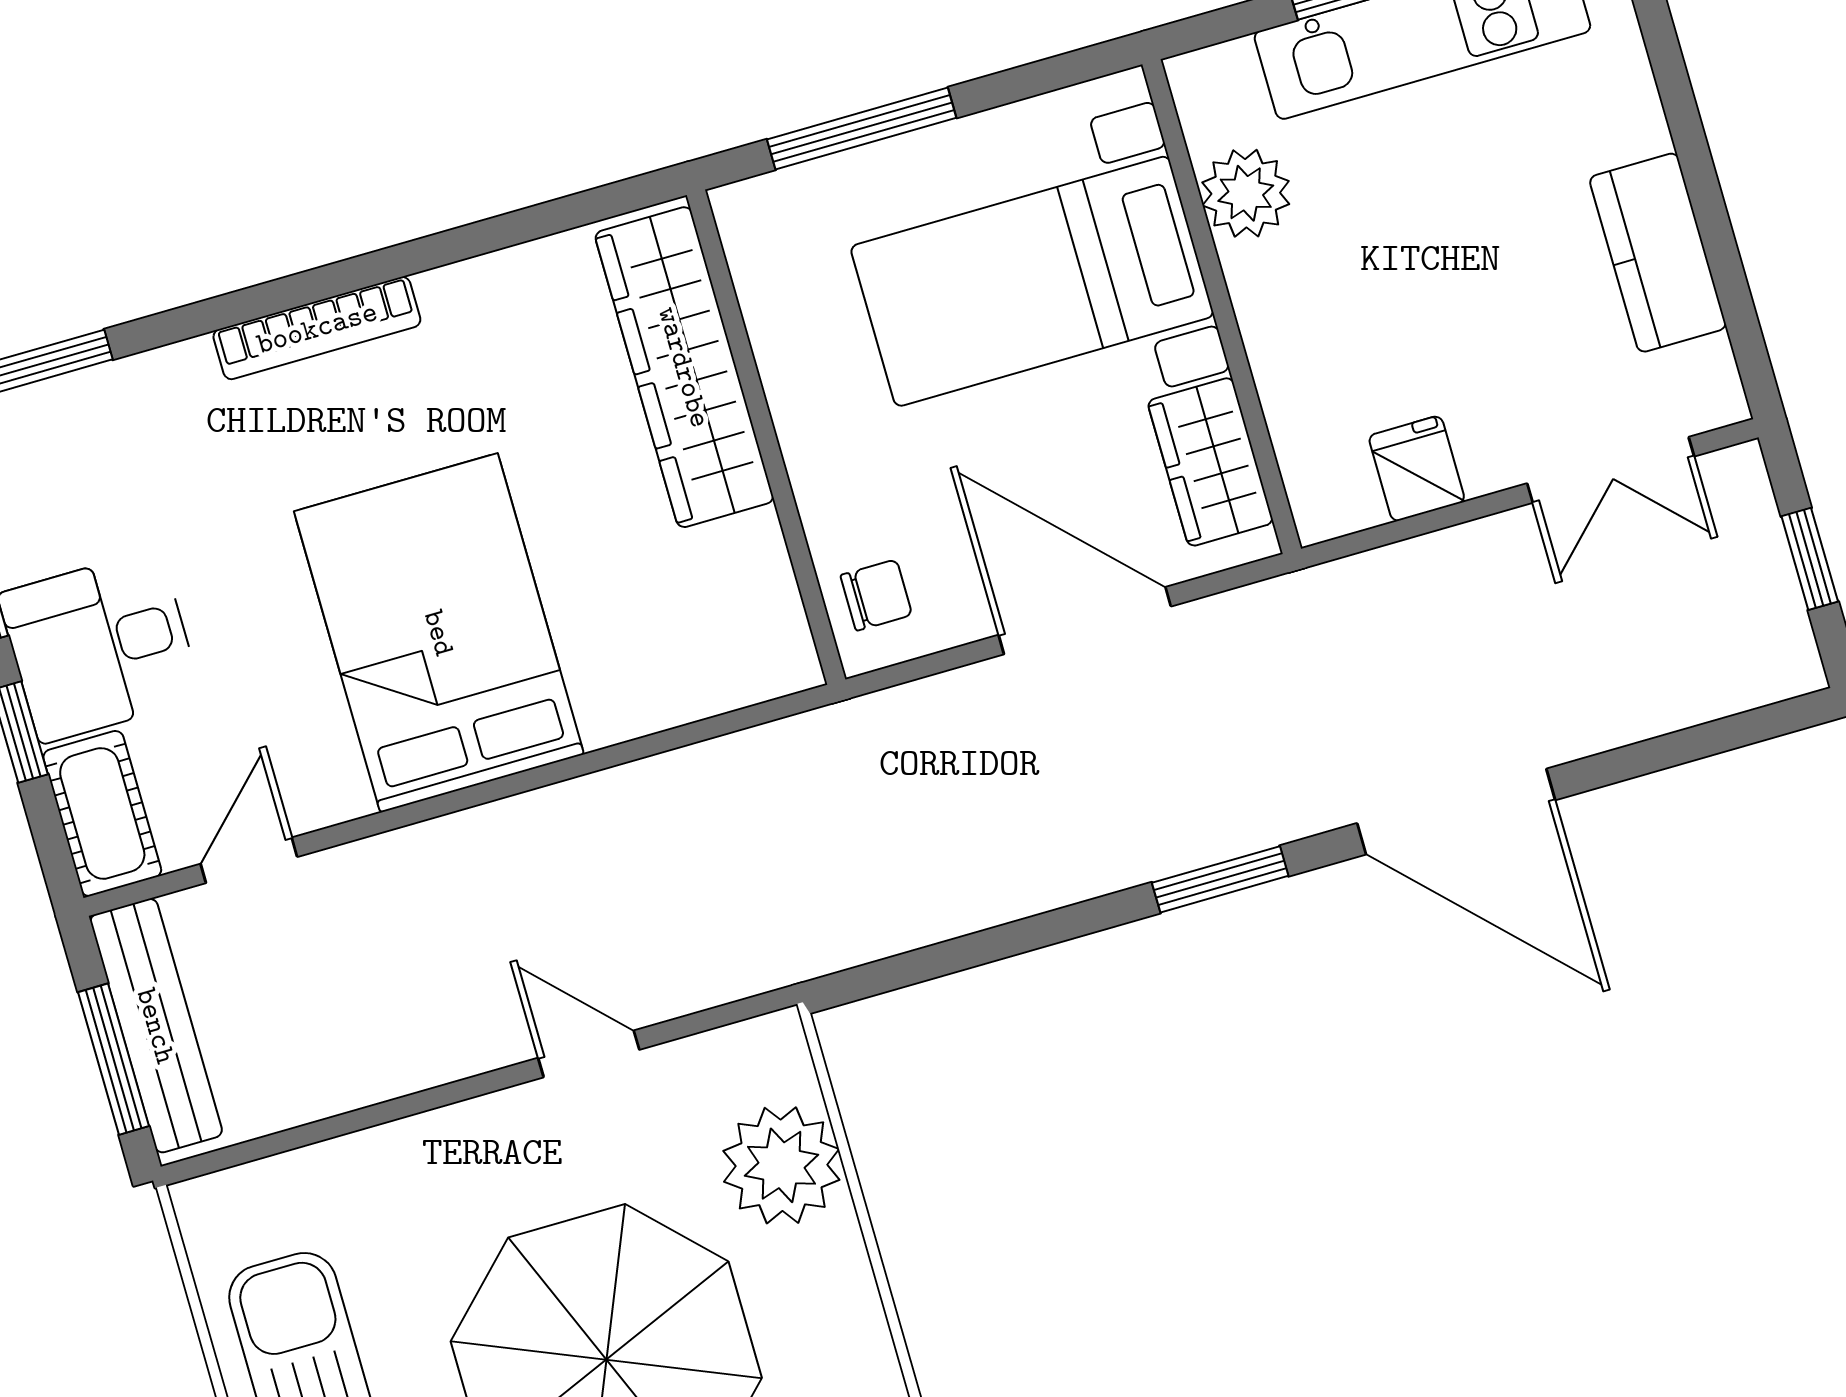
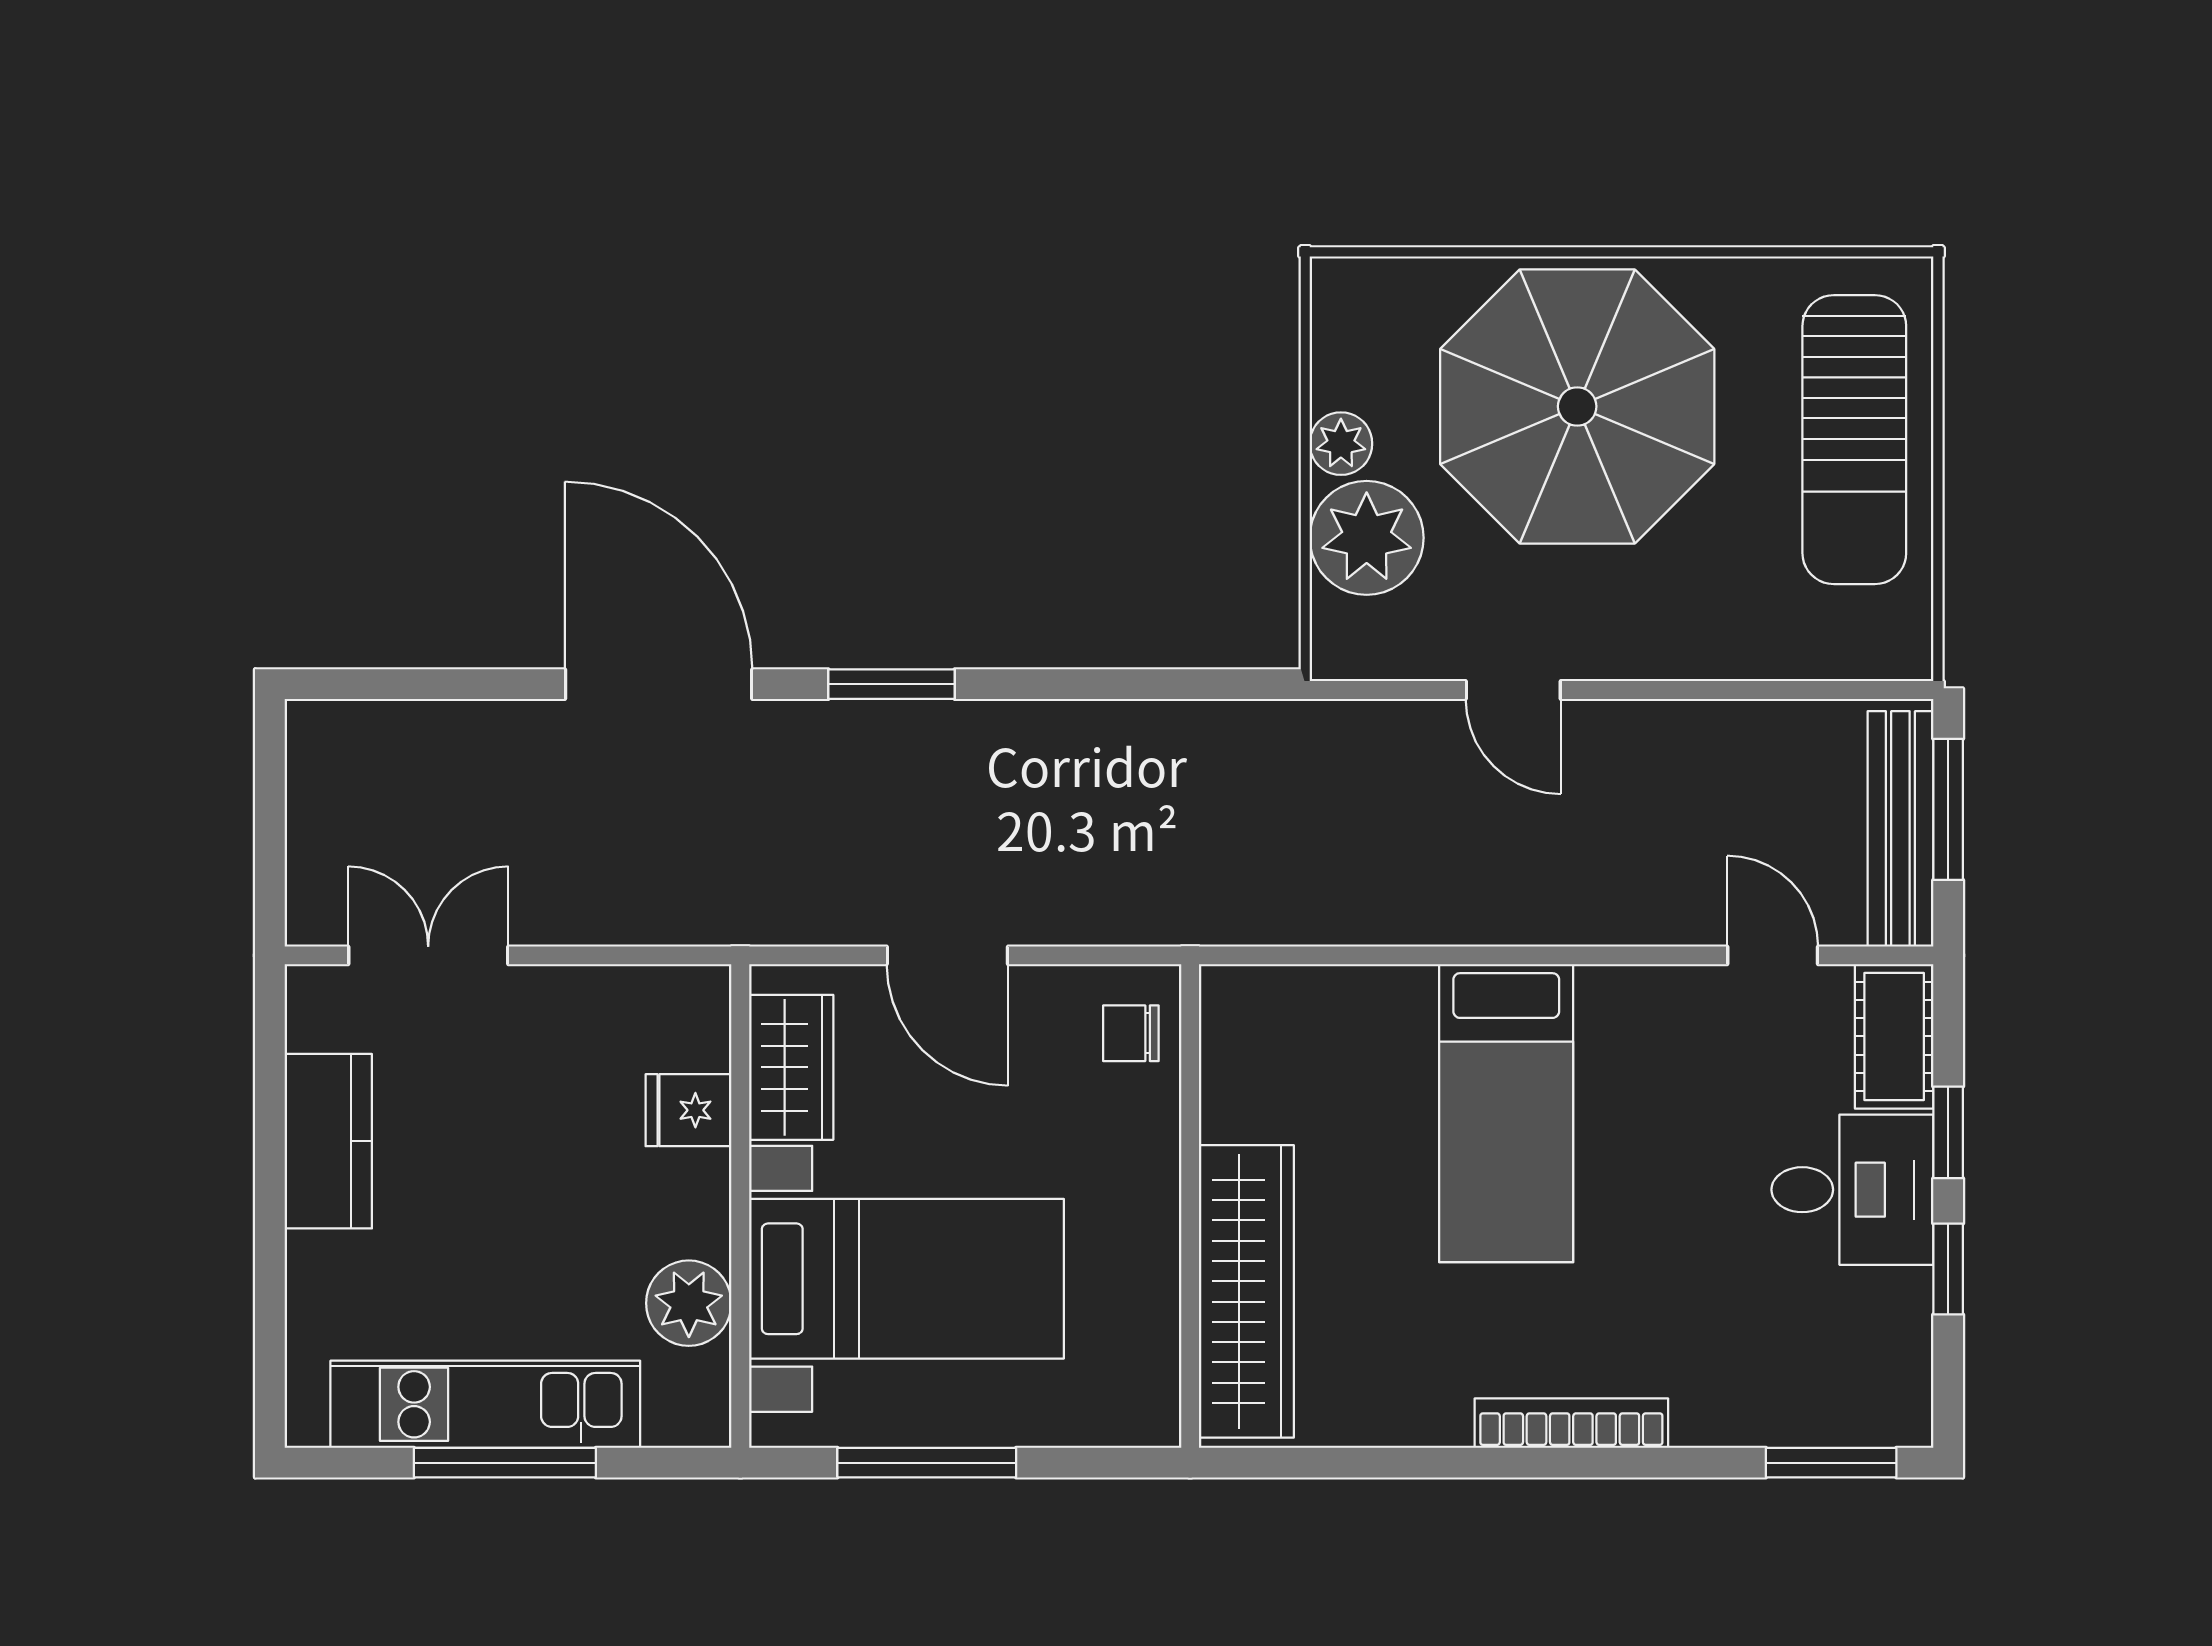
window: (862, 129) -> (927, 1463), moved
fridge: (1417, 469) -> (689, 1110), moved, turned 90
window: (1810, 559) -> (270, 822), removed
door: (1085, 621) -> (947, 955), width x0.73
bed: (439, 633) -> (1506, 1113), width x0.67
door: (249, 860) -> (1773, 955), swing flipped
plant: (835, 1253) -> (1341, 444), added

